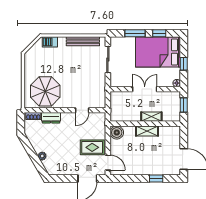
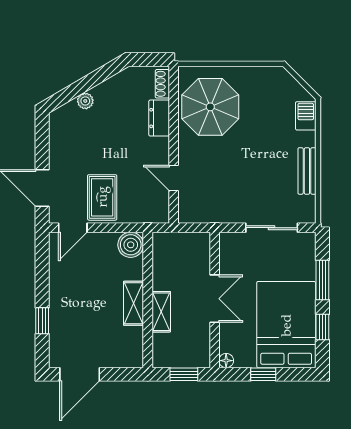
bench: (83, 41) -> (307, 171), width x0.73

